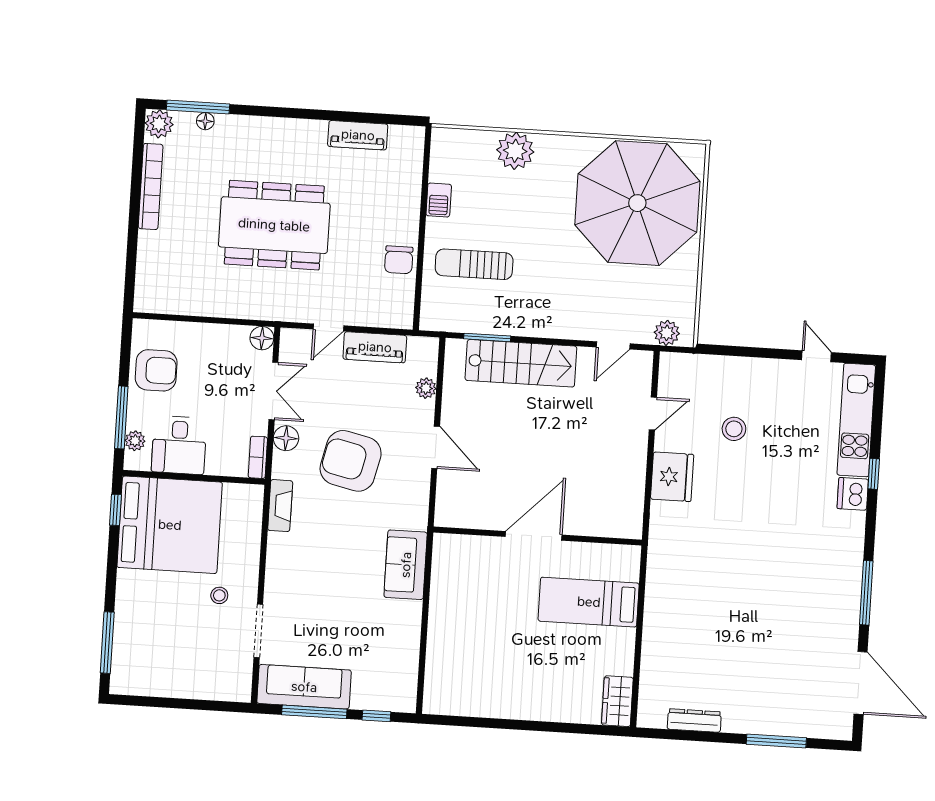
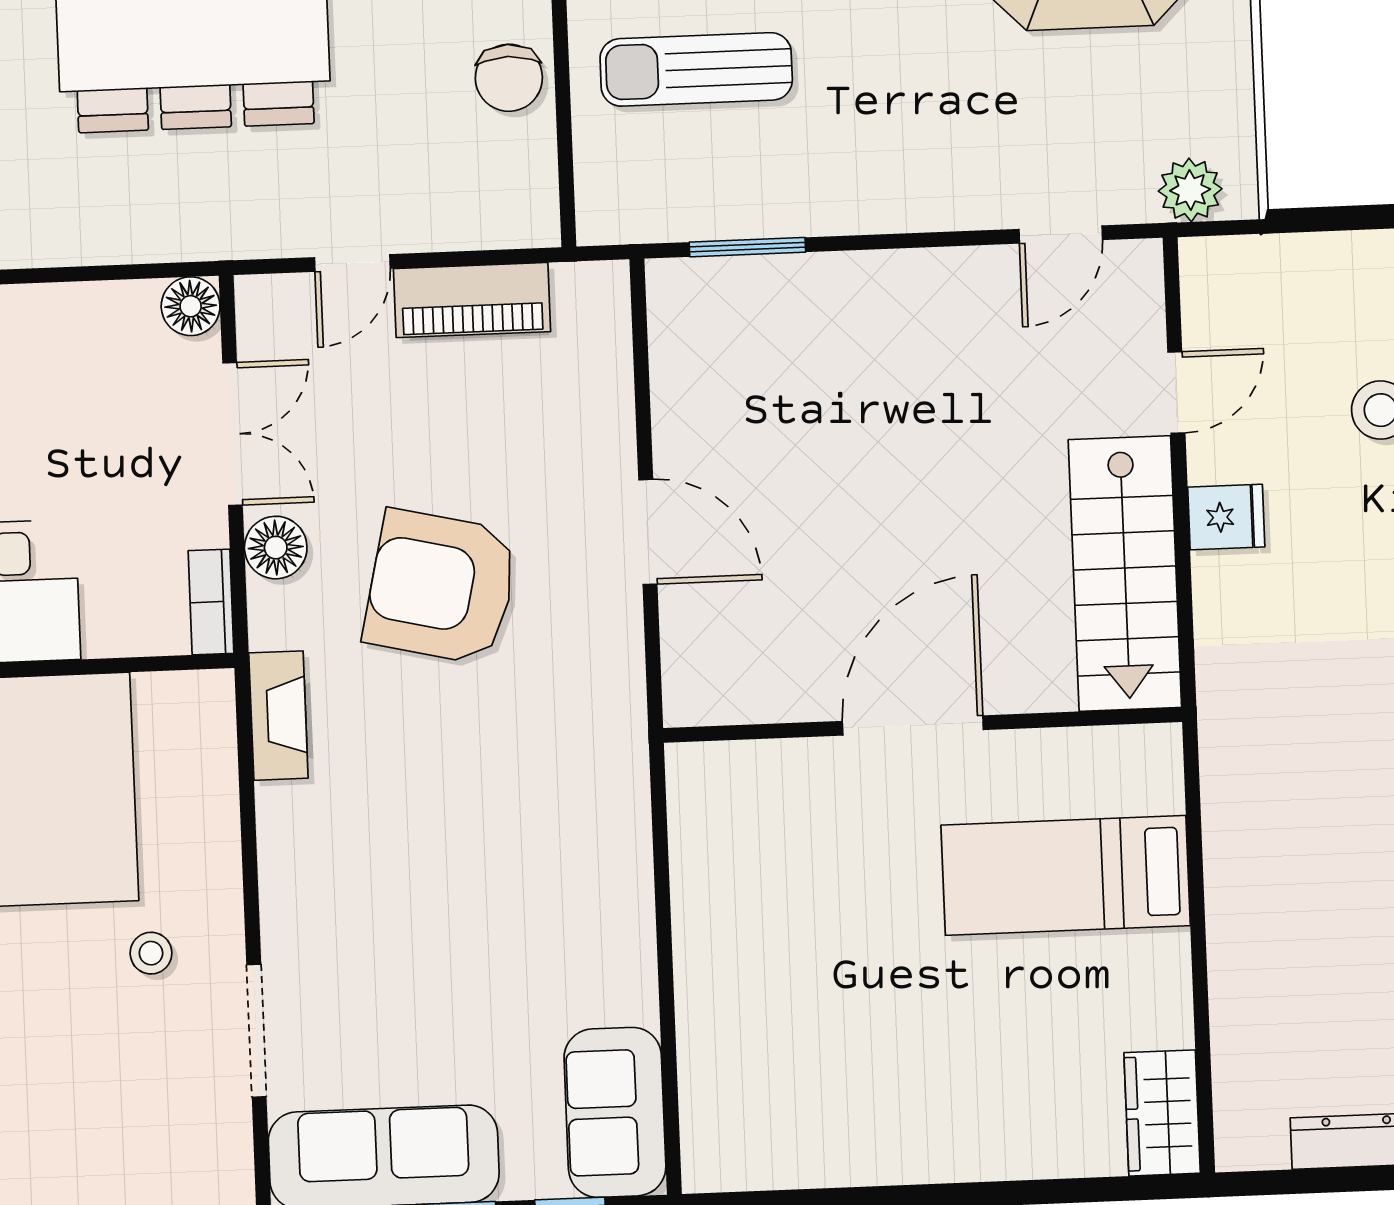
stairs: (521, 363) -> (1125, 573), moved, turned 90
plant: (426, 388) -> (609, 388), removed
fridge: (672, 477) -> (1226, 517), width x0.53, depth x0.75
sofa: (406, 565) -> (615, 1112), moved

